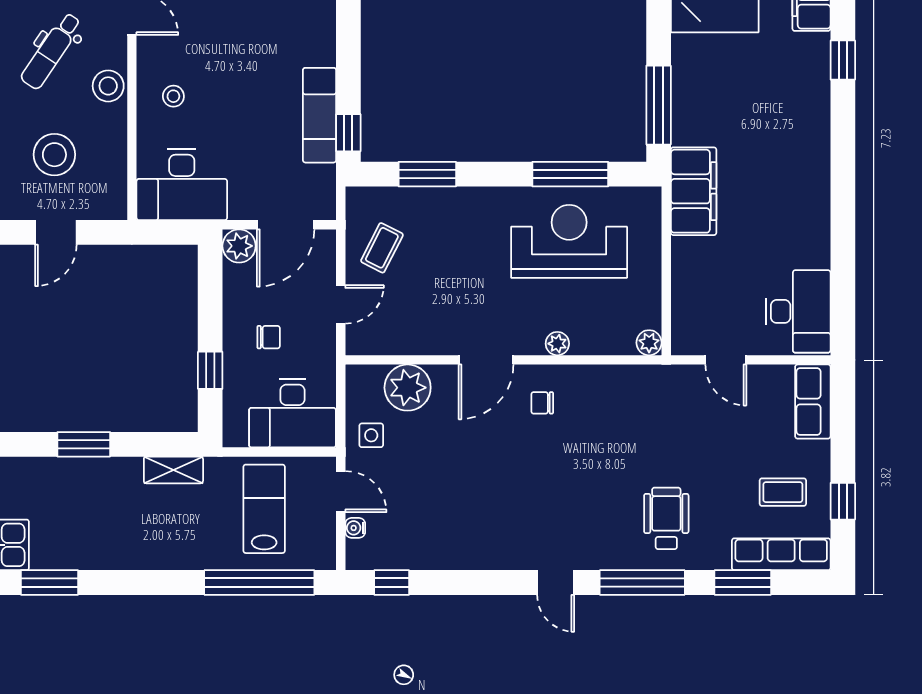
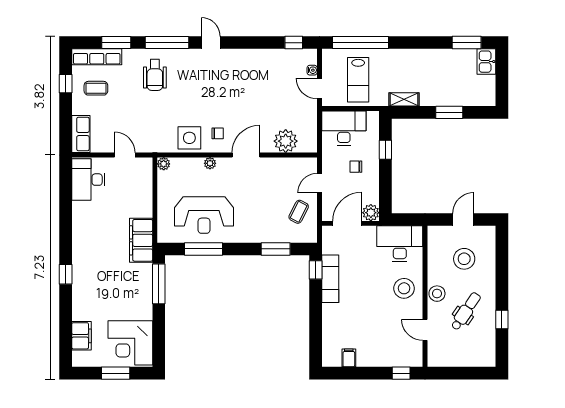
window: (843, 60) -> (66, 274), moved
stool: (173, 96) -> (404, 288), width x1.89, depth x1.89
side table: (371, 435) -> (189, 138), moved, width x1.87, depth x1.87

